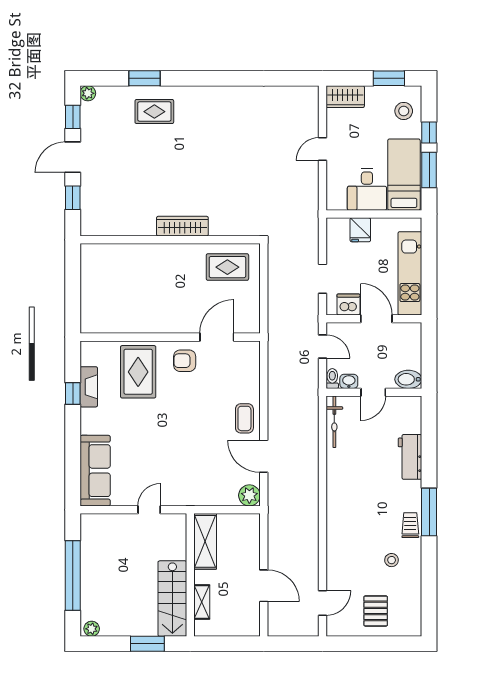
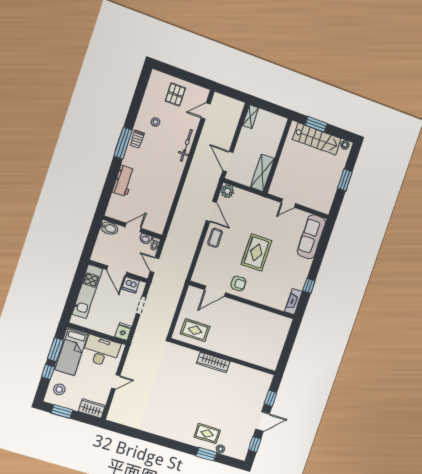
plant: (88, 93) -> (220, 449), moved
desk: (367, 189) -> (101, 351), width x1.37
fridge: (360, 230) -> (123, 332), moved
rug: (138, 372) -> (256, 253), moved
fireplace: (89, 387) -> (293, 302), moved
bicycle: (334, 422) -> (186, 145), moved
window: (73, 575) -> (345, 180), width x0.47
door: (264, 586) -> (228, 162), moved
stairs: (172, 599) -> (317, 139), moved, turned 90
shelving: (202, 602) -> (250, 117), moved

